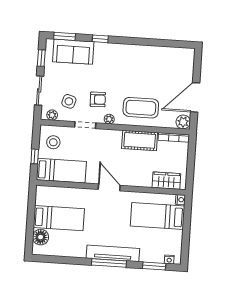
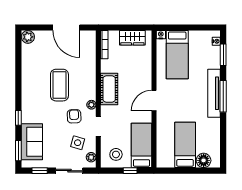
coffee table: (141, 108) -> (59, 85), moved
plant: (183, 122) -> (28, 37), moved
cot: (140, 140) -> (109, 89), moved
wardrobe: (166, 181) -> (132, 38), moved, turned -90

